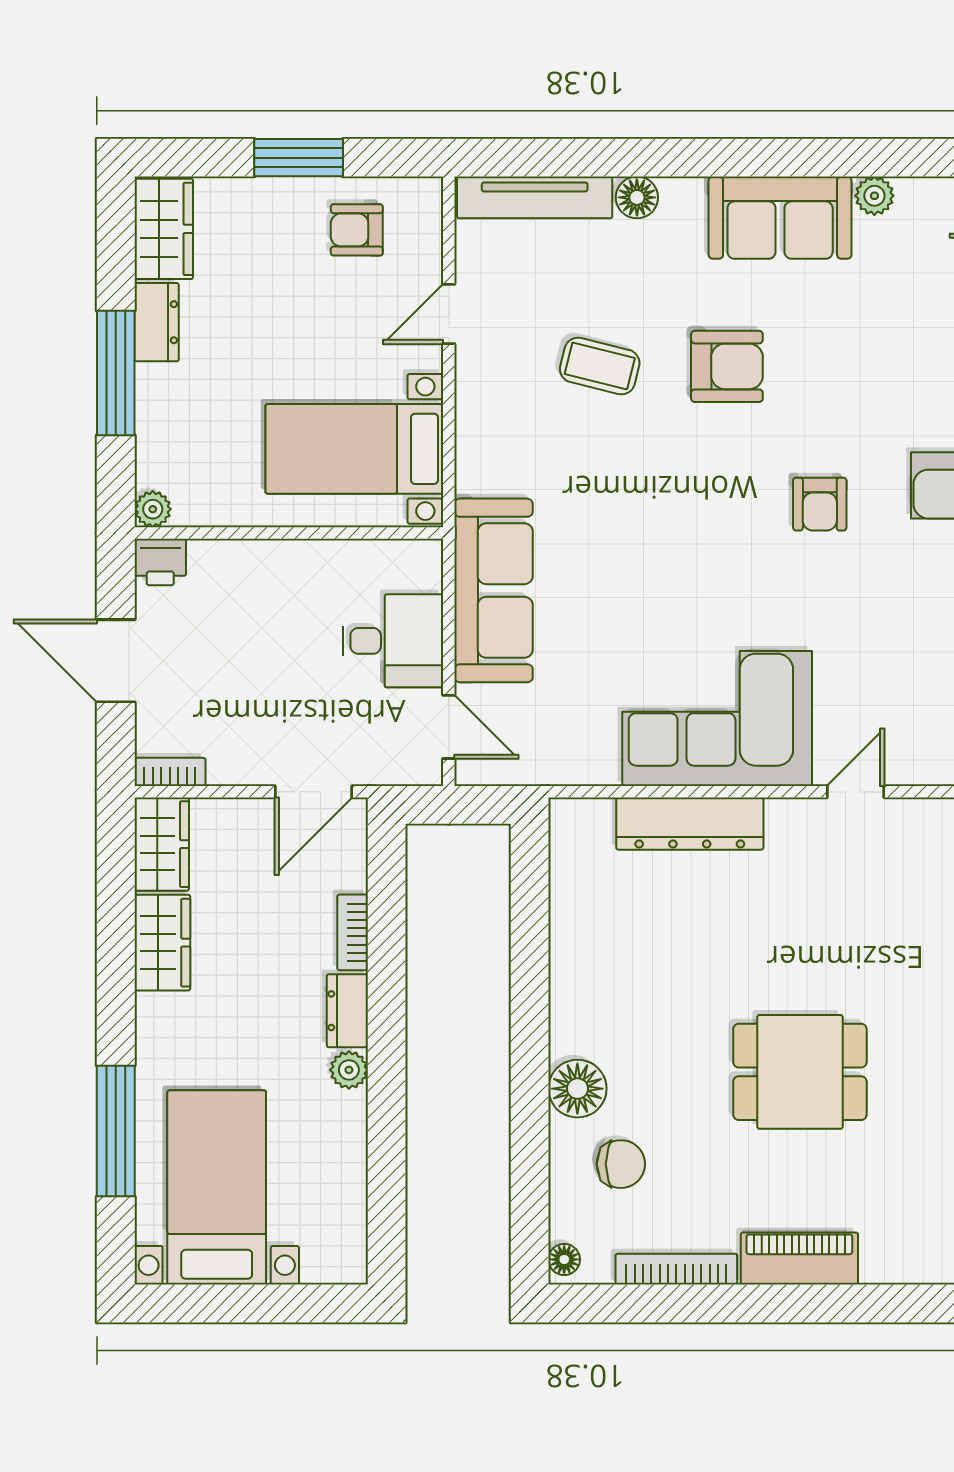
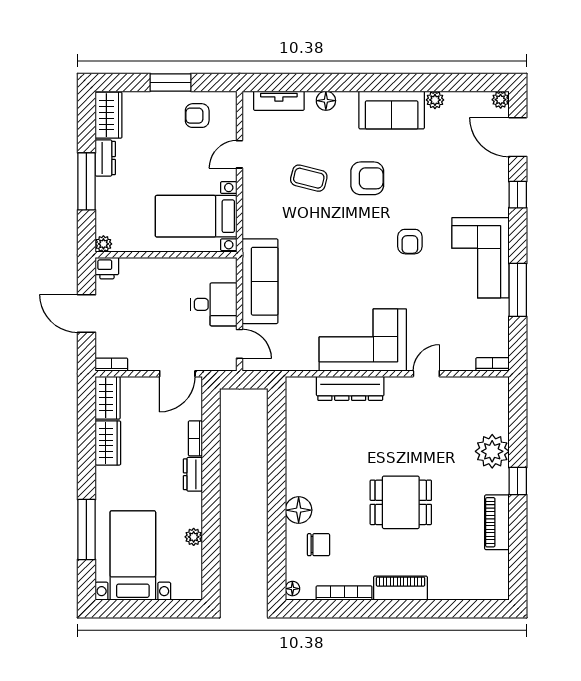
tv unit: (535, 197) -> (279, 101), width x0.71
plant: (349, 1070) -> (194, 537), moved

